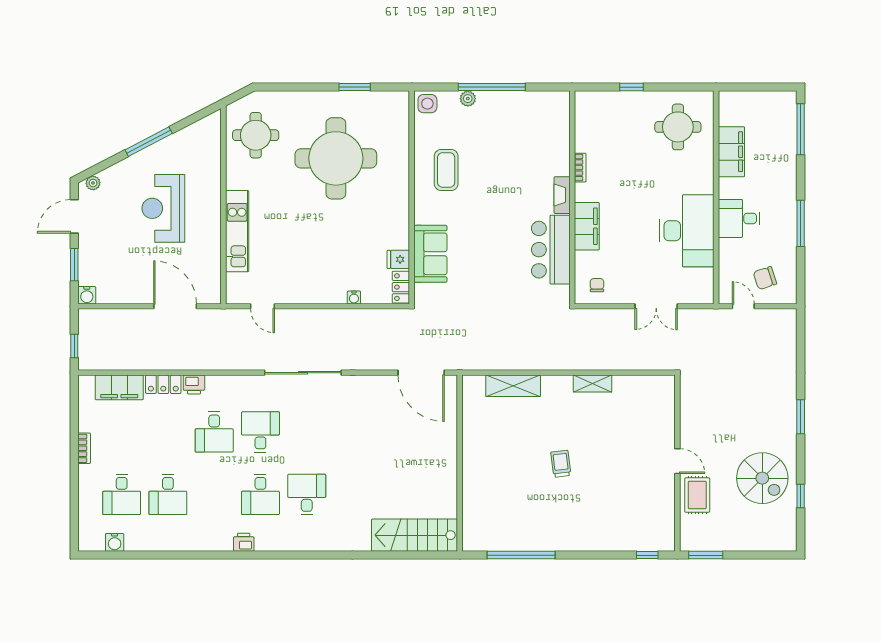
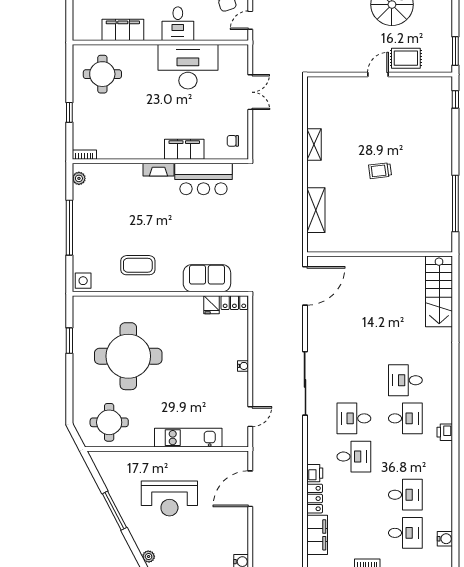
plant: (468, 99) -> (79, 178), moved
bookcase: (580, 168) -> (84, 155), moved
water cooler: (354, 298) -> (243, 366), moved

